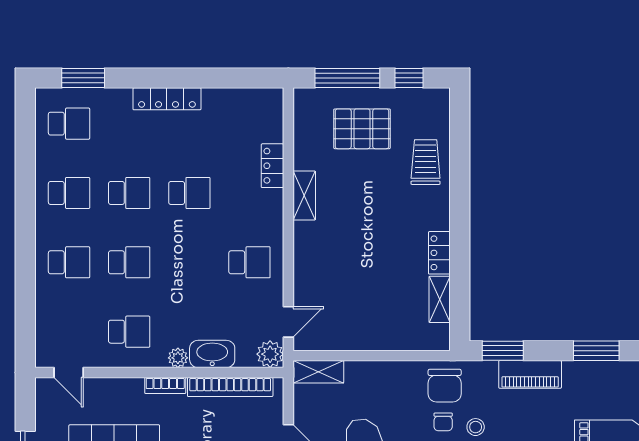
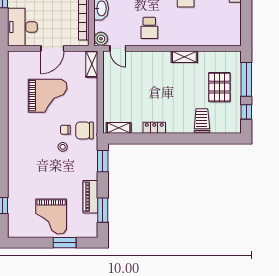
trolley: (426, 162) -> (202, 120), turned -90
locker: (272, 166) -> (200, 40), removed
shelving: (440, 299) -> (119, 128), moved
piano: (530, 374) -> (90, 197), moved

